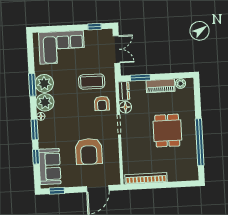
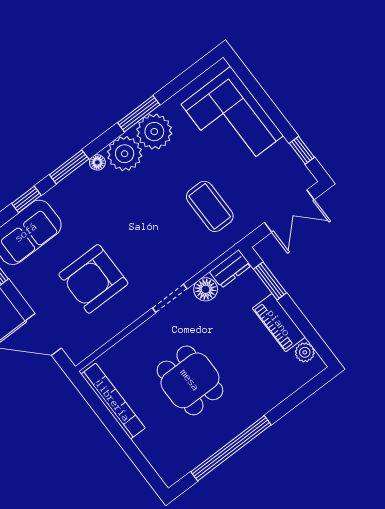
armchair: (102, 103) -> (186, 247), removed
dining table: (167, 131) -> (190, 380), moved, turned 90

